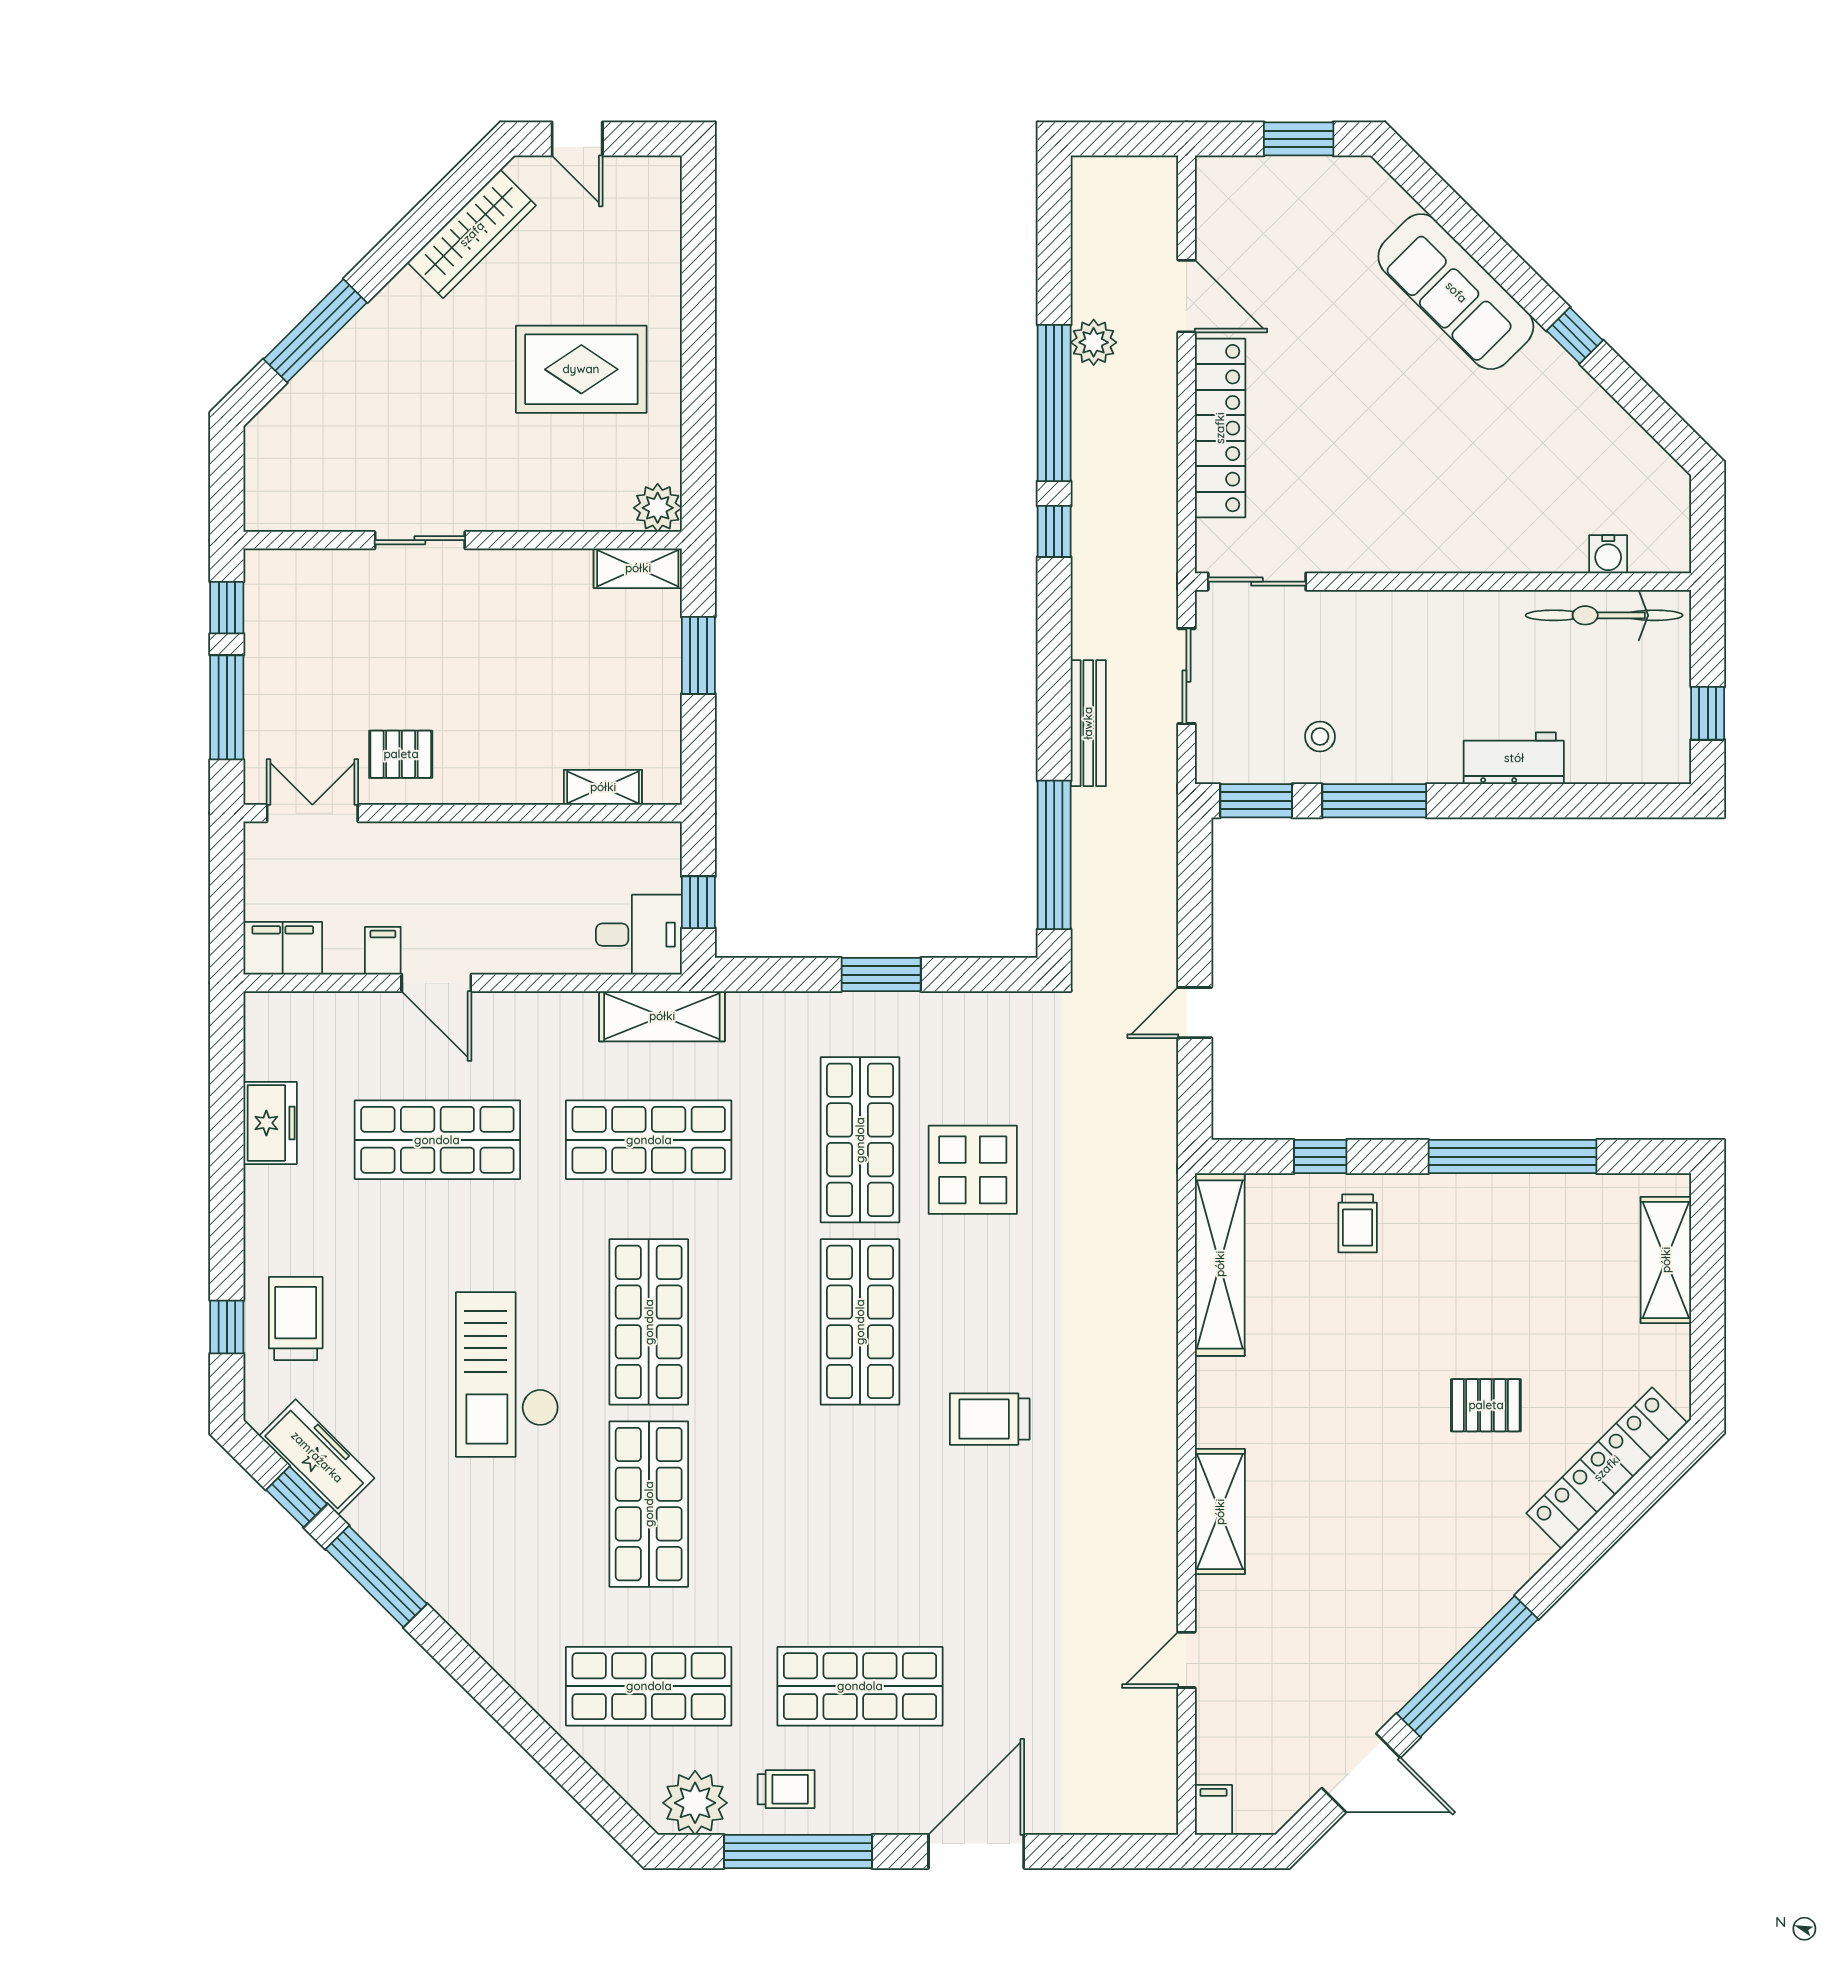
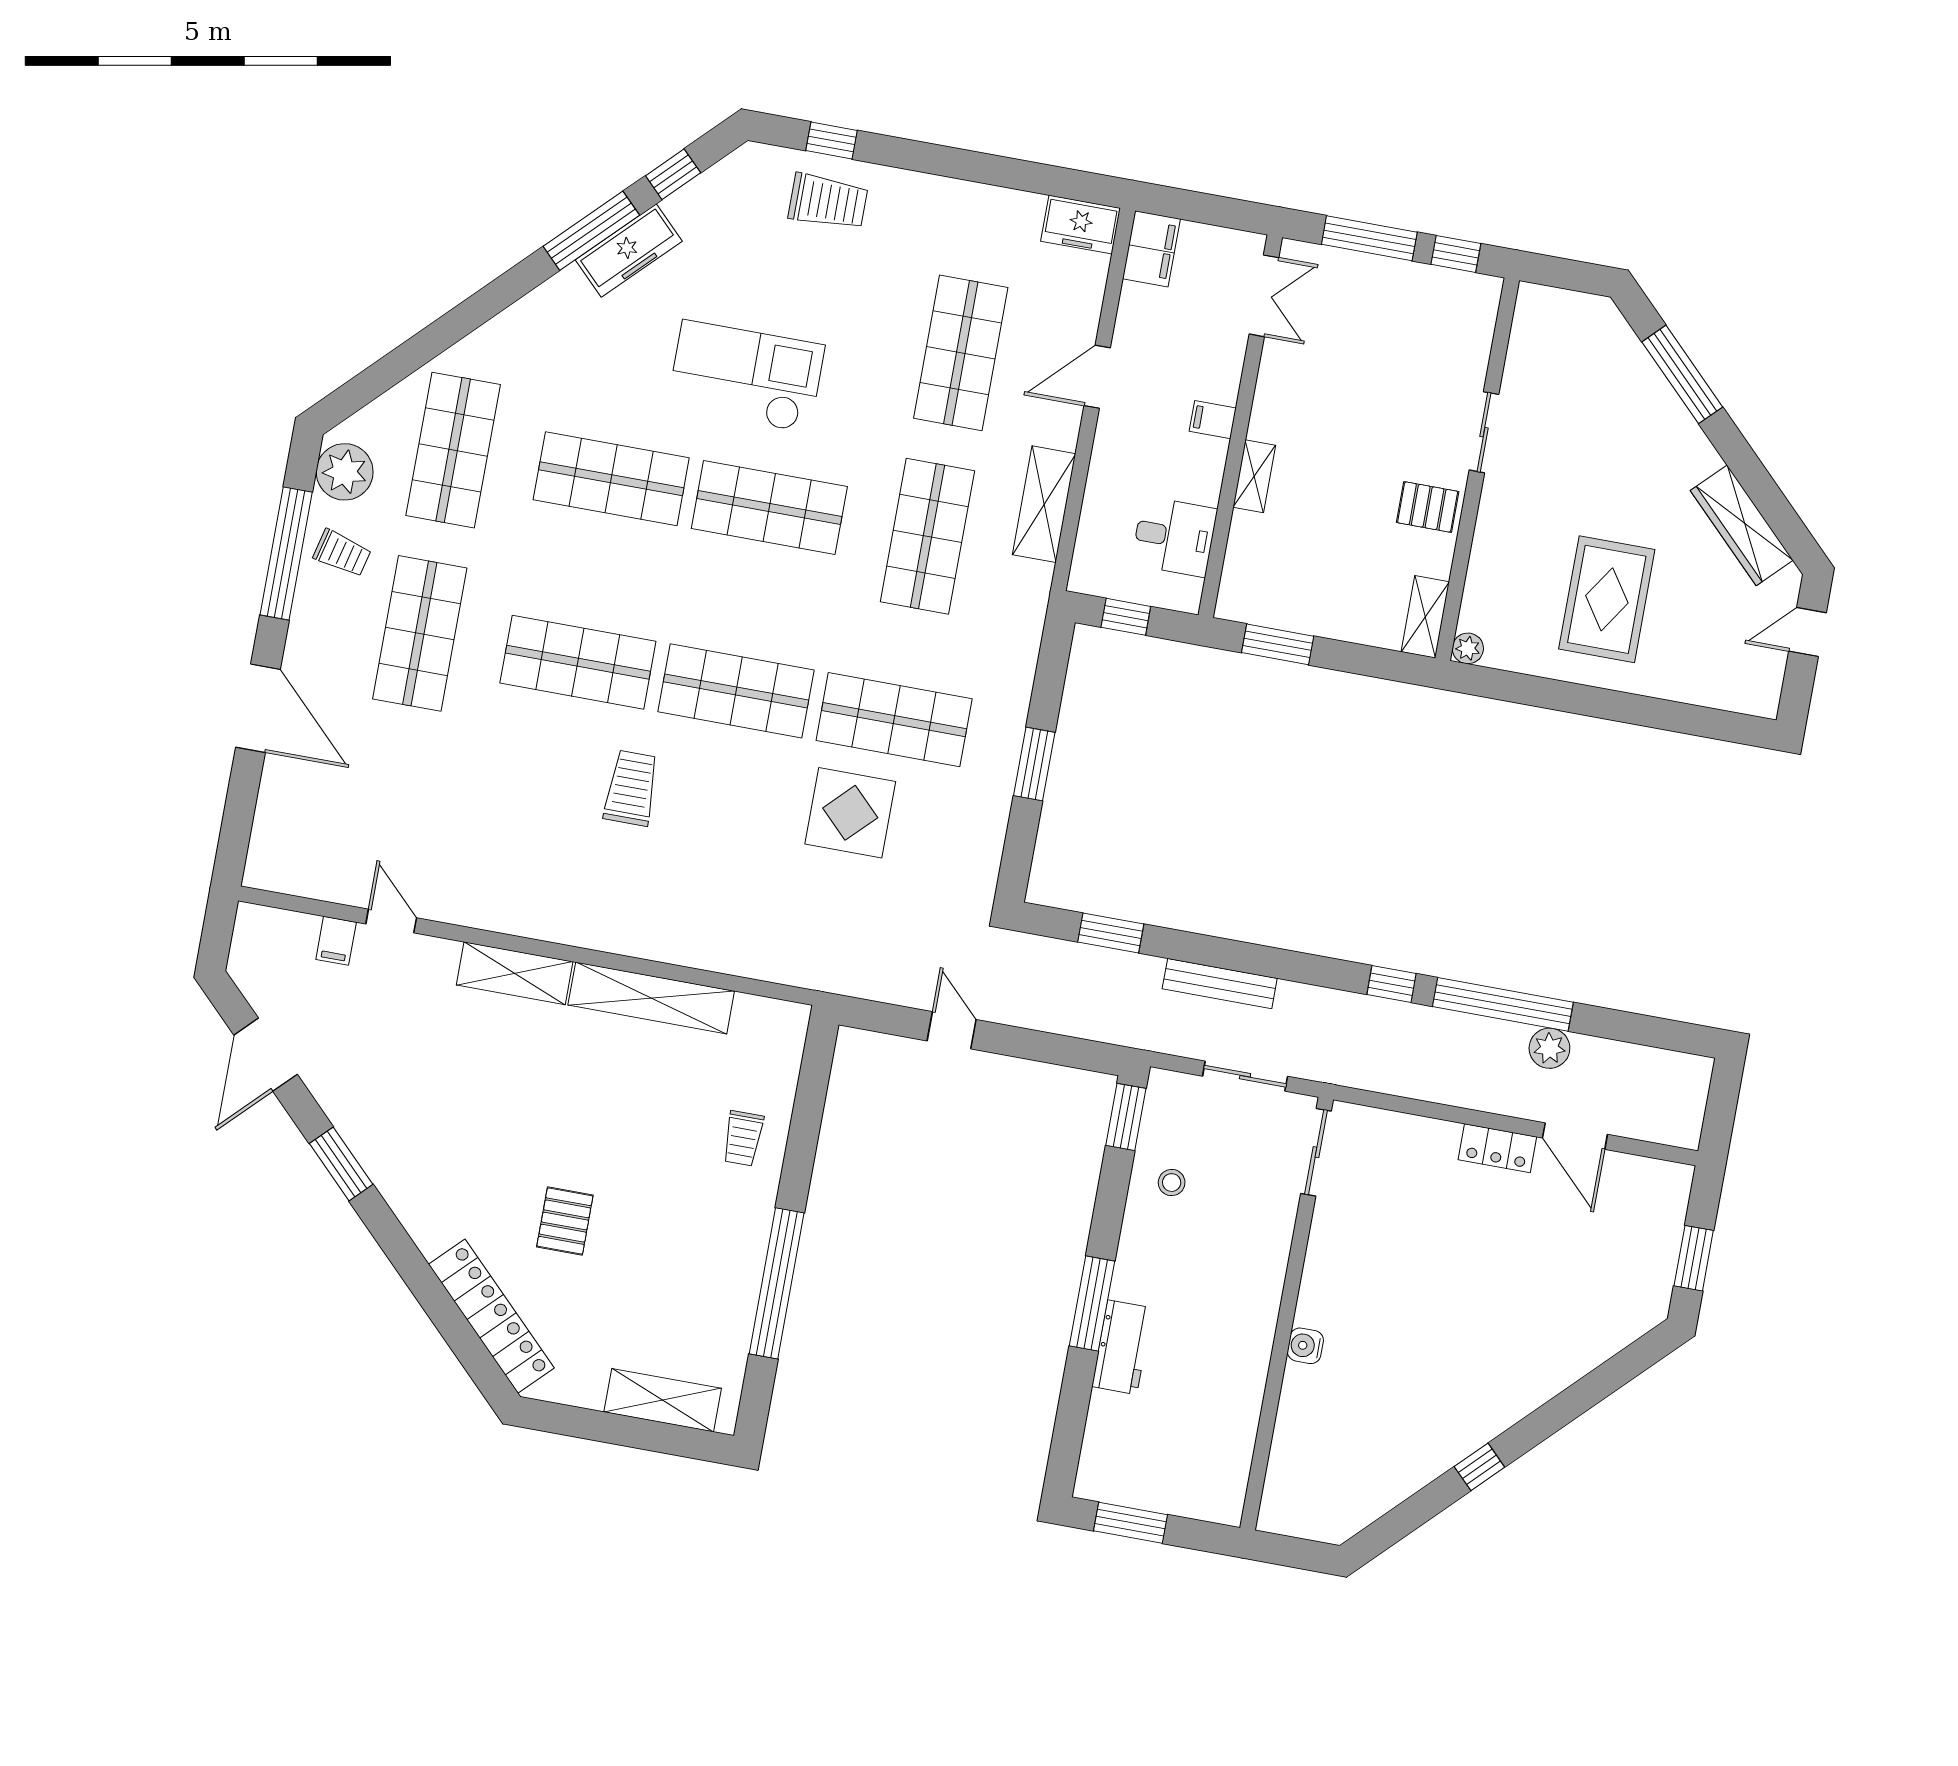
sofa: (1456, 292) -> (1536, 1371), removed
door: (1186, 296) -> (1575, 1136), hinge flipped
locker: (1220, 428) -> (1497, 1148), width x0.46, depth x0.83
plant: (658, 508) -> (1468, 648), width x0.73, depth x0.73
water cooler: (1608, 554) -> (1305, 1346), moved
bicycle: (1604, 615) -> (1232, 1448), removed
window: (698, 655) -> (1278, 644), moved
window: (1708, 713) -> (1131, 1523), width x1.50
pallet: (401, 754) -> (1428, 507), moved, turned 90
shelving: (603, 787) -> (1254, 476), moved
window: (1374, 801) -> (1092, 1303), moved
window: (1054, 855) -> (1111, 933), width x0.47
desk: (639, 935) -> (1174, 537), moved, turned -90
filing cabinet: (383, 951) -> (1213, 420), moved, turned 180
shelving: (662, 1016) -> (1044, 504), moved
freezer: (270, 1123) -> (1081, 225), moved
window: (1320, 1157) -> (807, 1116), removed
trolley: (1358, 1223) -> (743, 1138), turned -90
shelving: (1220, 1264) -> (651, 998), moved
freezer: (317, 1457) -> (629, 250), moved
shop shelf: (860, 1504) -> (578, 662), added
window: (1468, 1666) -> (341, 1164), width x0.47
trolley: (786, 1789) -> (342, 553), turned -76
filing cabinet: (1213, 1810) -> (336, 941), moved, turned 90

